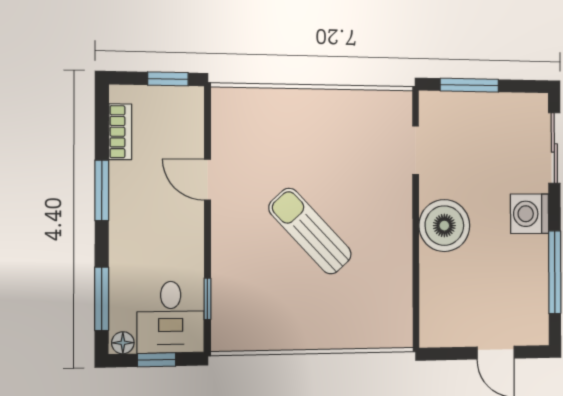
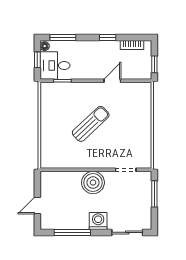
window: (102, 190) -> (108, 37), width x0.67

